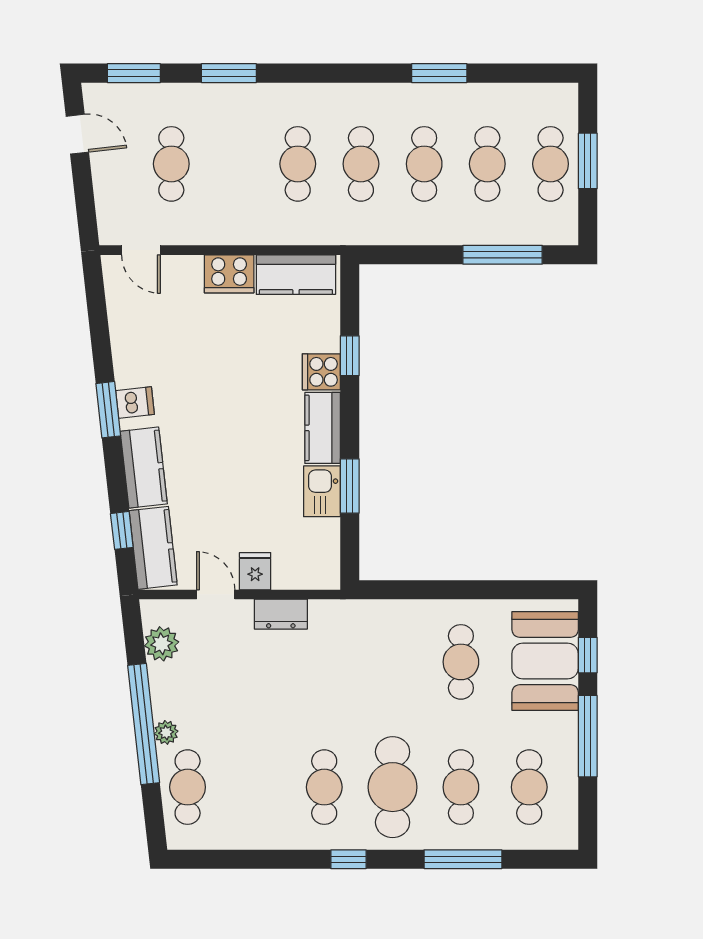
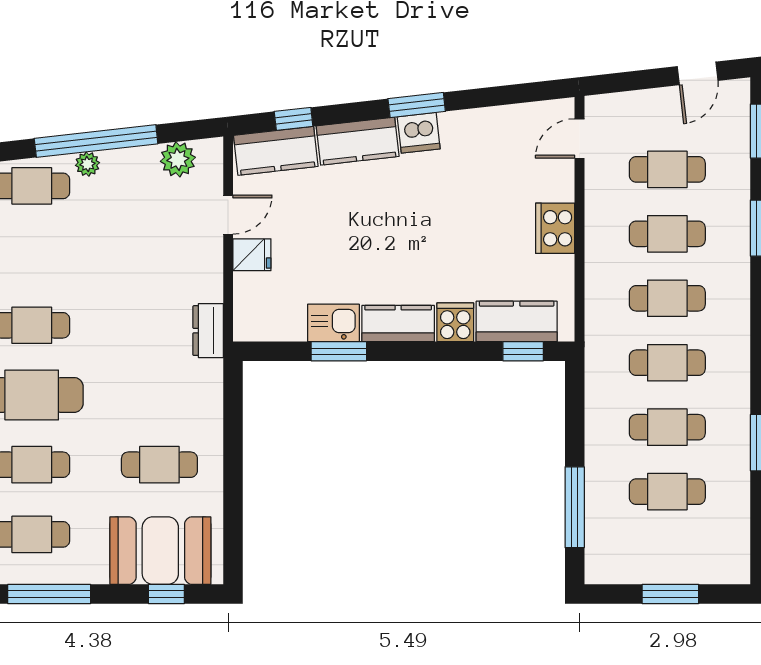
cafe table: (551, 164) -> (667, 234), moved
kitchen counter: (296, 275) -> (517, 321), moved, turned 90
window: (350, 356) -> (523, 351), moved
dishwasher: (135, 402) -> (419, 133), width x1.38
dresser: (281, 614) -> (208, 331), moved
window: (588, 736) -> (49, 594), moved

